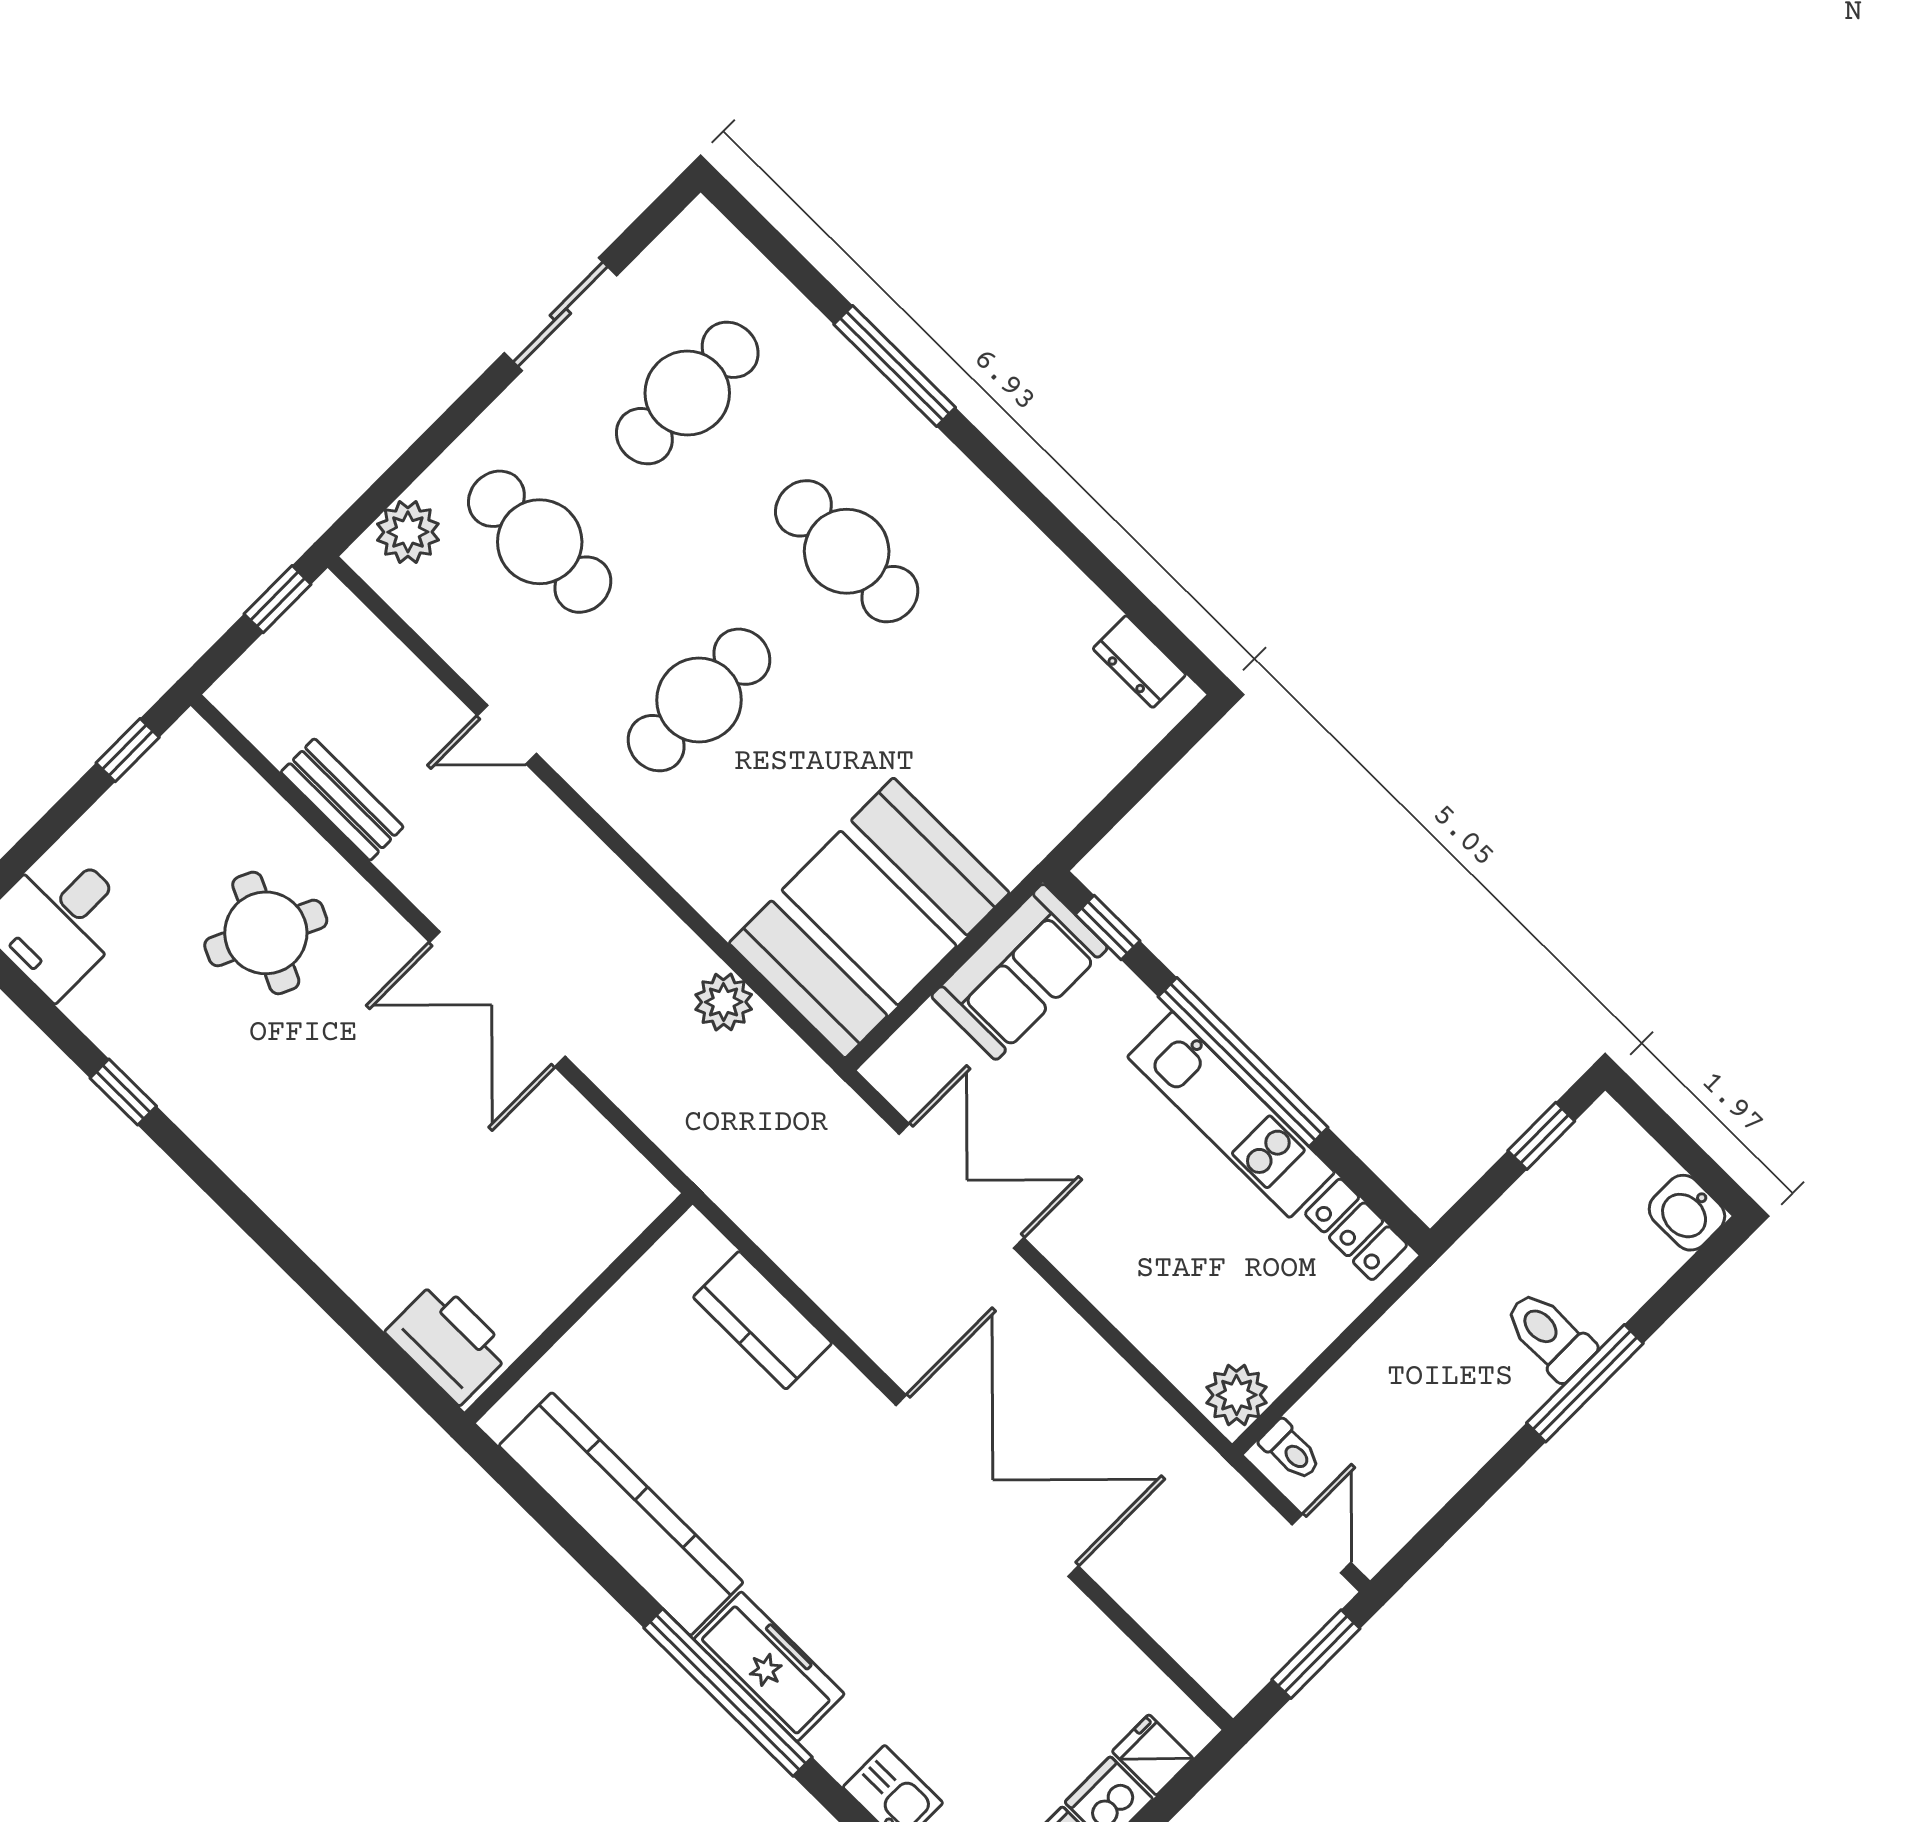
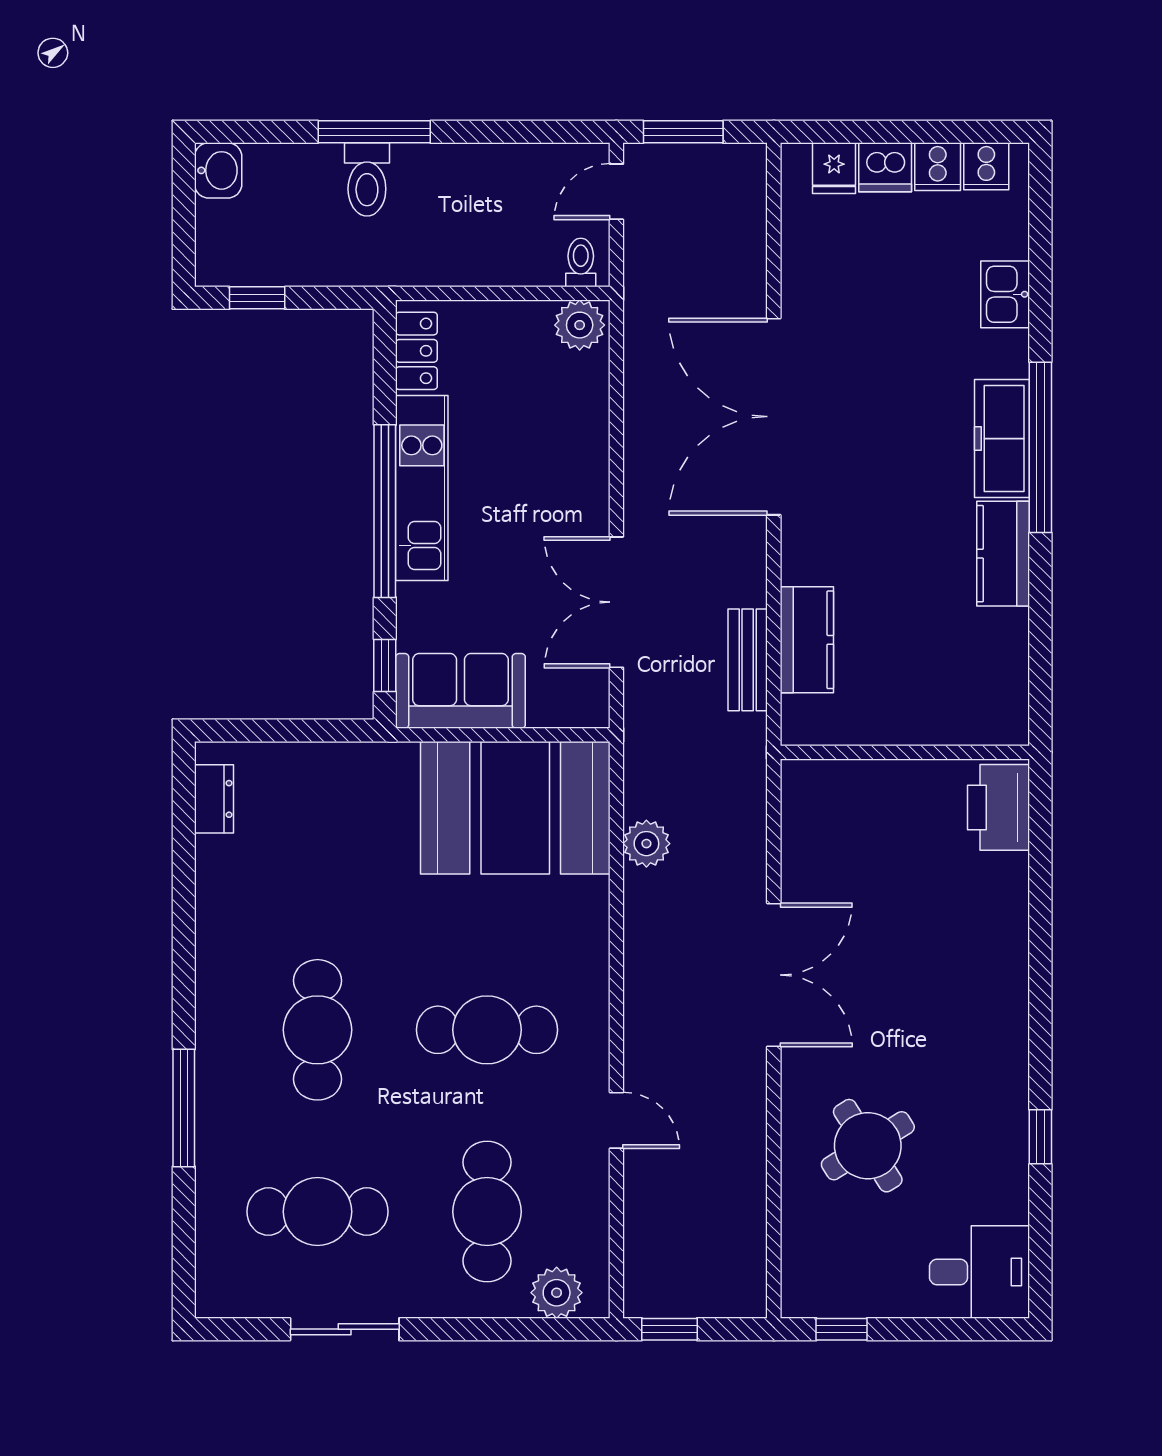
bench: (342, 800) -> (748, 660), moved
round table: (266, 933) -> (868, 1146), turned 33
kitchen counter: (621, 1514) -> (1003, 554), width x0.48, depth x0.86

